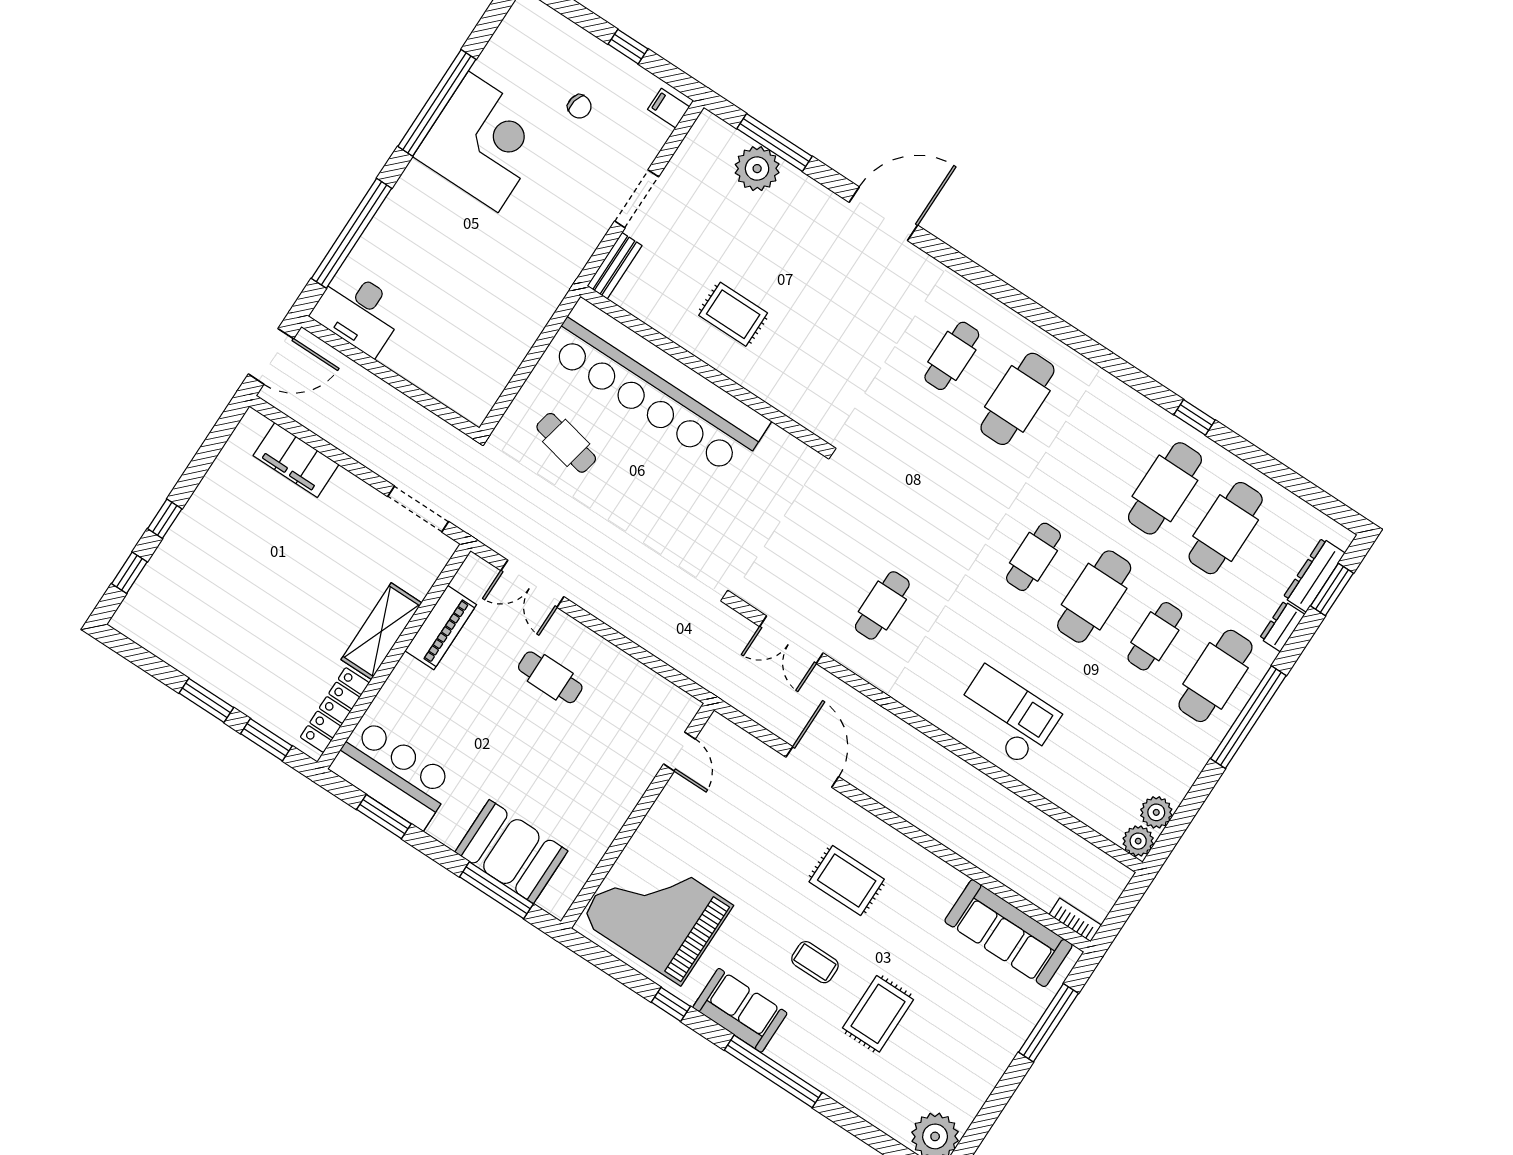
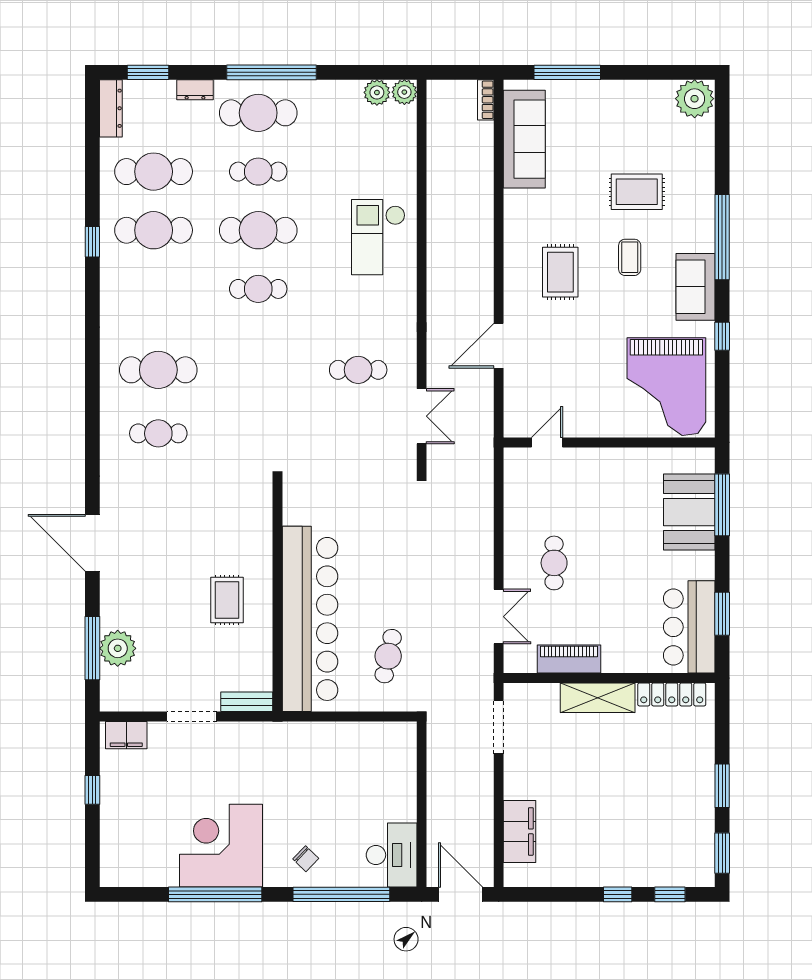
chair: (579, 106) -> (306, 859), moved, turned 122
filing cabinet: (669, 108) -> (126, 735), width x2.00
dresser: (1314, 575) -> (111, 108), moved, turned -90
window: (266, 740) -> (722, 853), moved

